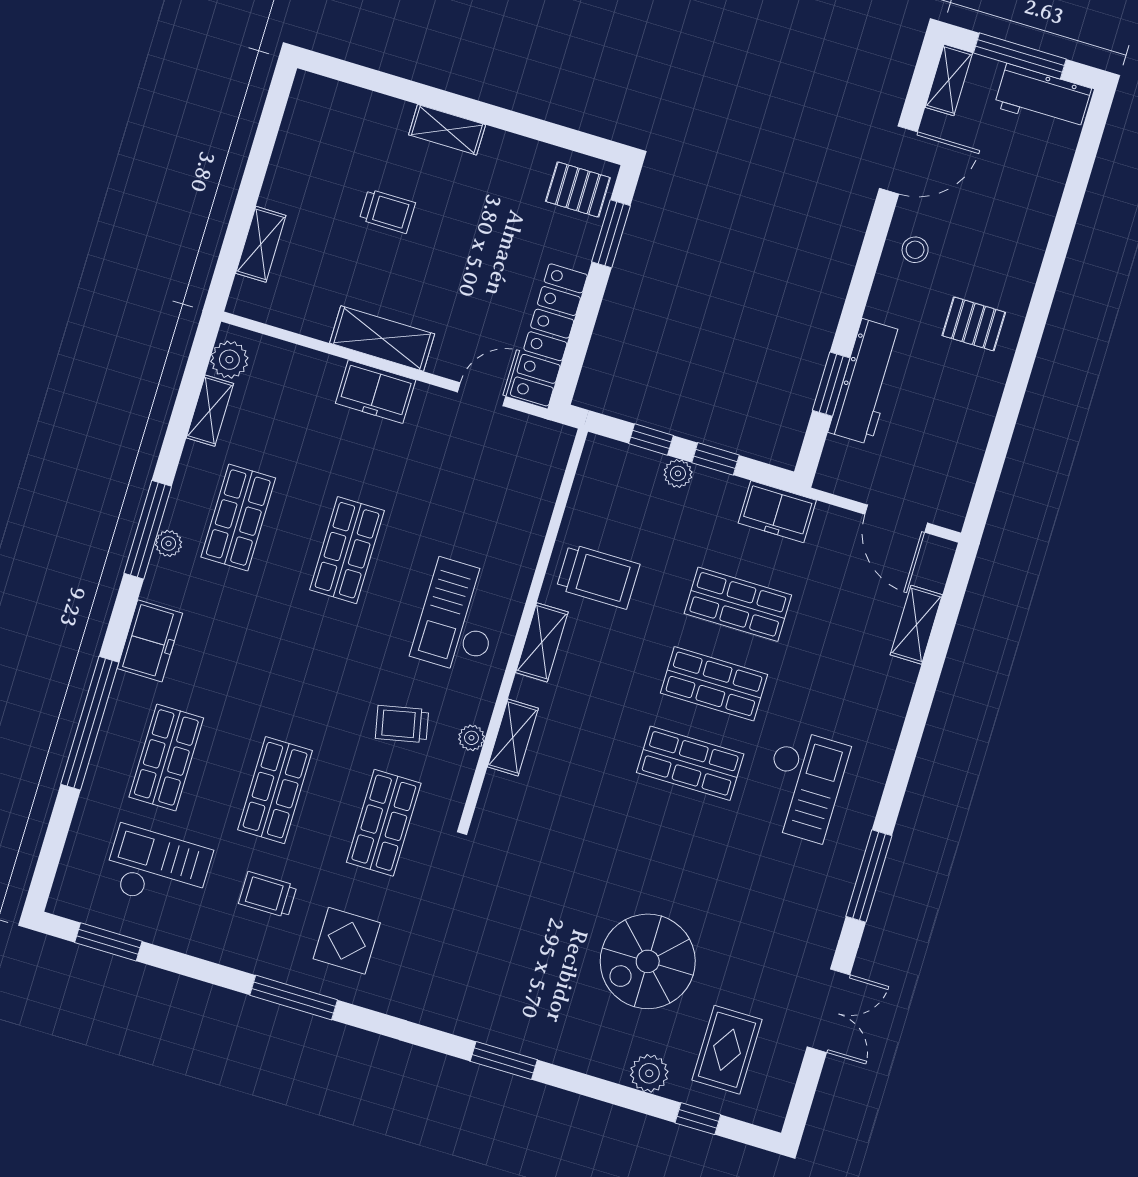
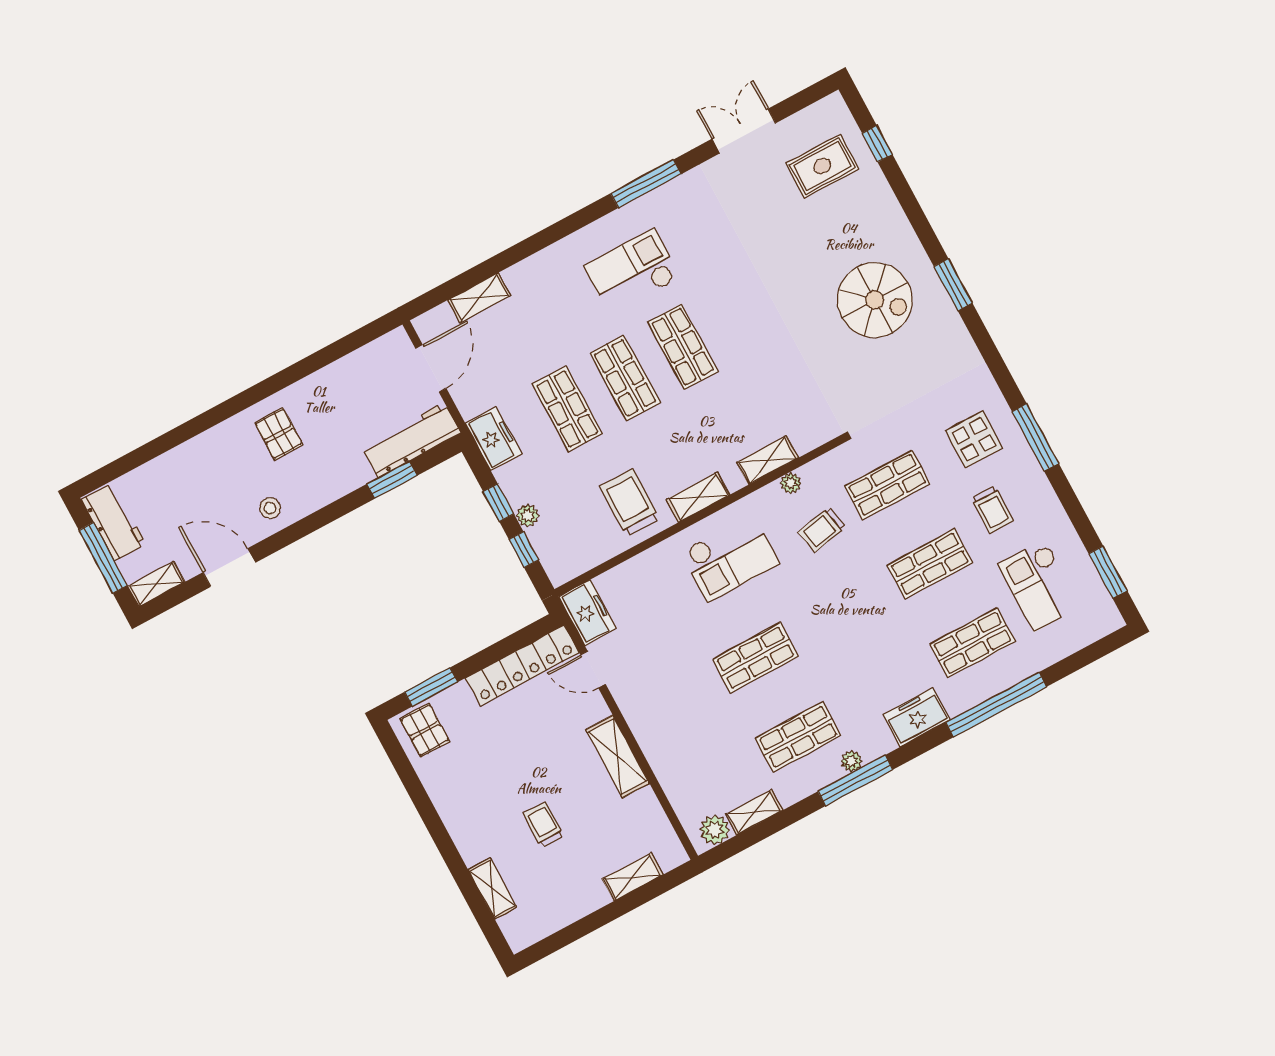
shelving: (447, 130) -> (492, 889), moved
workbench: (866, 382) -> (411, 440), moved
freezer: (376, 392) -> (588, 612), moved
trolley: (402, 724) -> (822, 530), turned 91
spiral stairs: (648, 961) -> (875, 300), moved
plant: (649, 1073) -> (879, 196), removed

